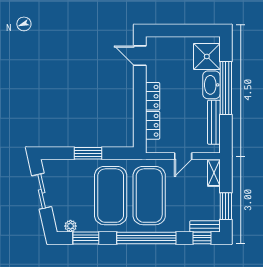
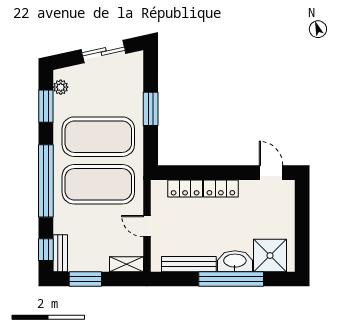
door: (140, 56) -> (271, 173), hinge flipped

